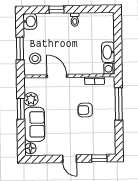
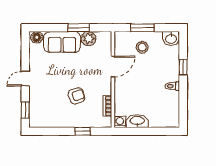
stool: (35, 58) -> (142, 47), moved
window: (119, 104) -> (82, 131), width x0.46
armchair: (85, 110) -> (77, 96), turned 72

